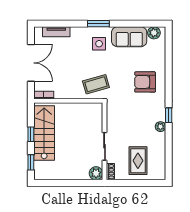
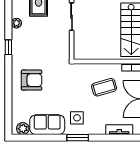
coffee table: (96, 84) -> (104, 87), moved
plant: (160, 127) -> (16, 23), moved

